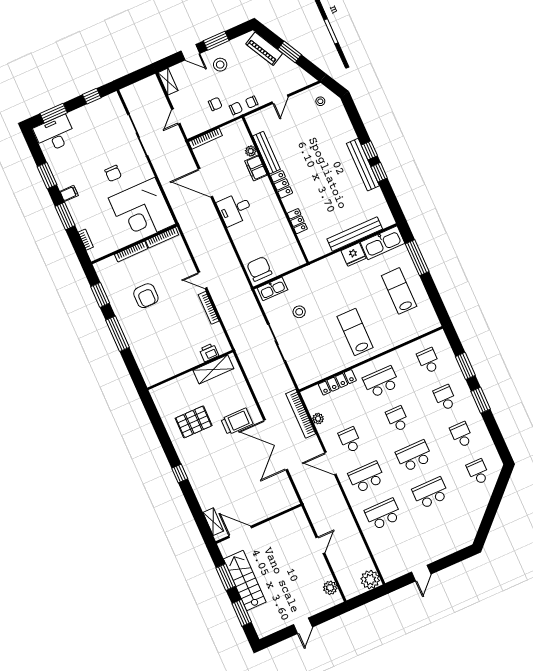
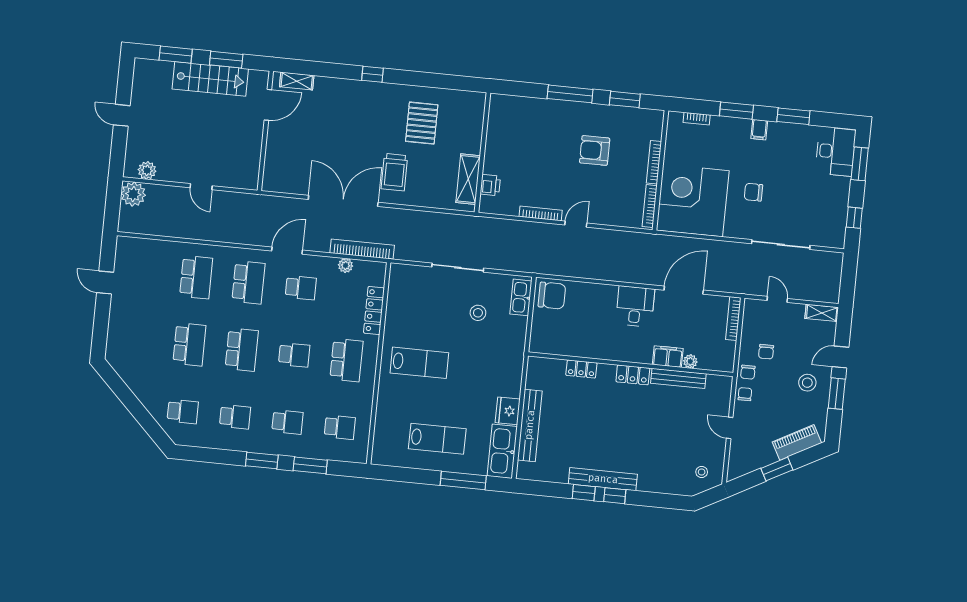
plant: (370, 580) -> (133, 194), moved

